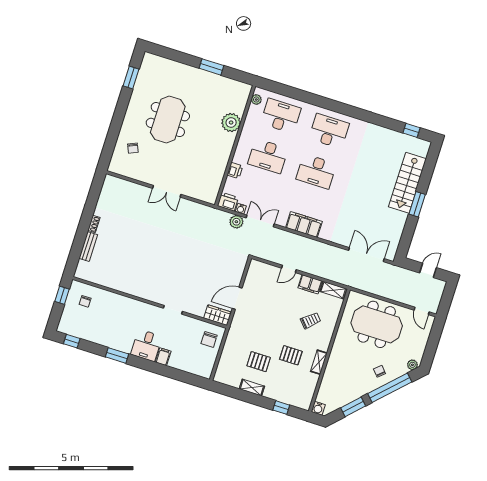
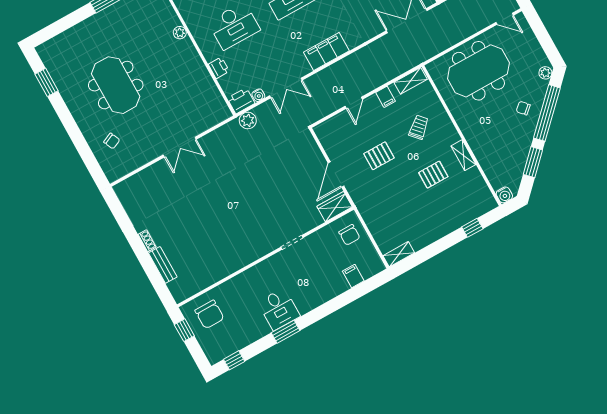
plant: (231, 123) -> (180, 33), width x0.53, depth x0.53
double door: (260, 221) -> (286, 88), swing flipped
plant: (236, 222) -> (248, 120), moved
filing cabinet: (310, 284) -> (386, 97), width x0.50
chair: (85, 301) -> (209, 314), width x1.87, depth x1.87
desk: (146, 345) -> (279, 309), moved
filing cabinet: (163, 357) -> (353, 276), moved
pallet: (259, 362) -> (379, 156), moved
shelving: (252, 388) -> (399, 254), moved

